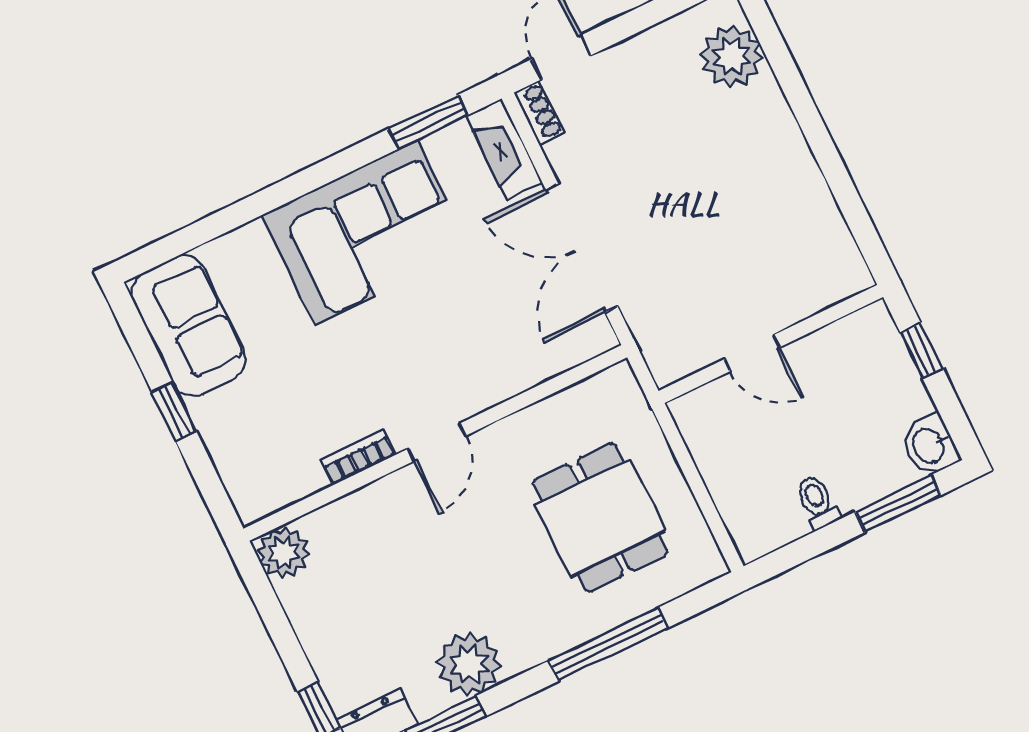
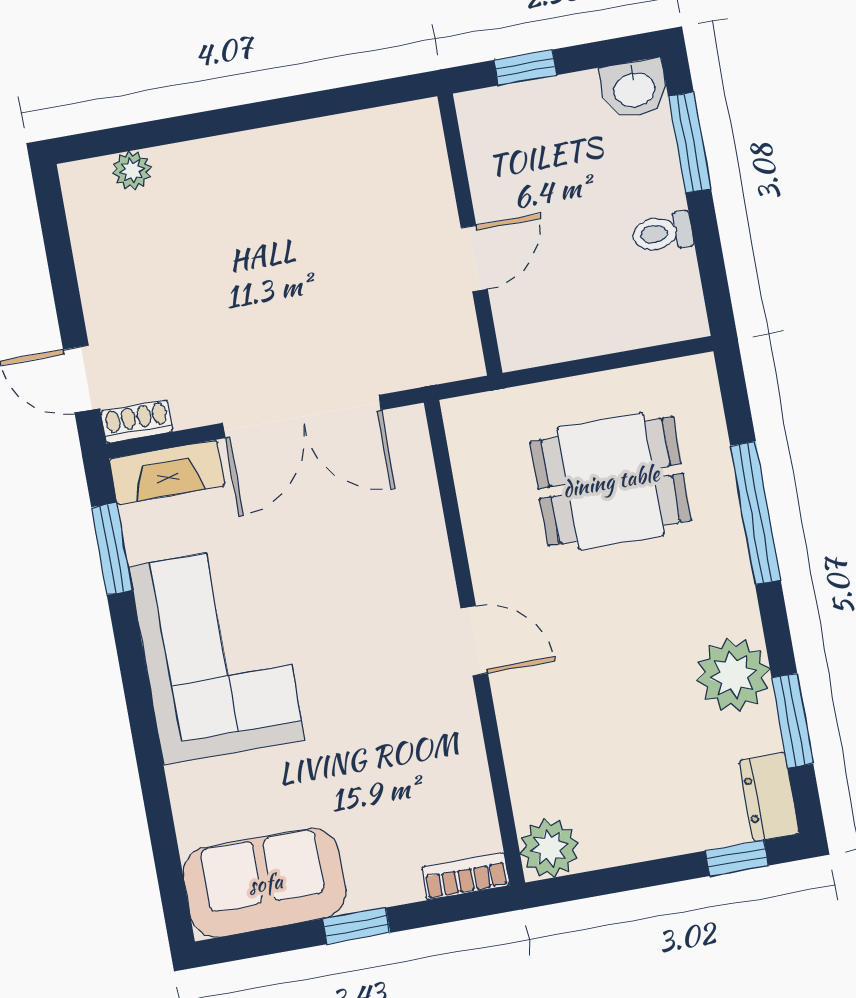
plant: (732, 56) -> (132, 170), width x0.53, depth x0.53
bookcase: (358, 457) -> (465, 876), moved, turned 90

